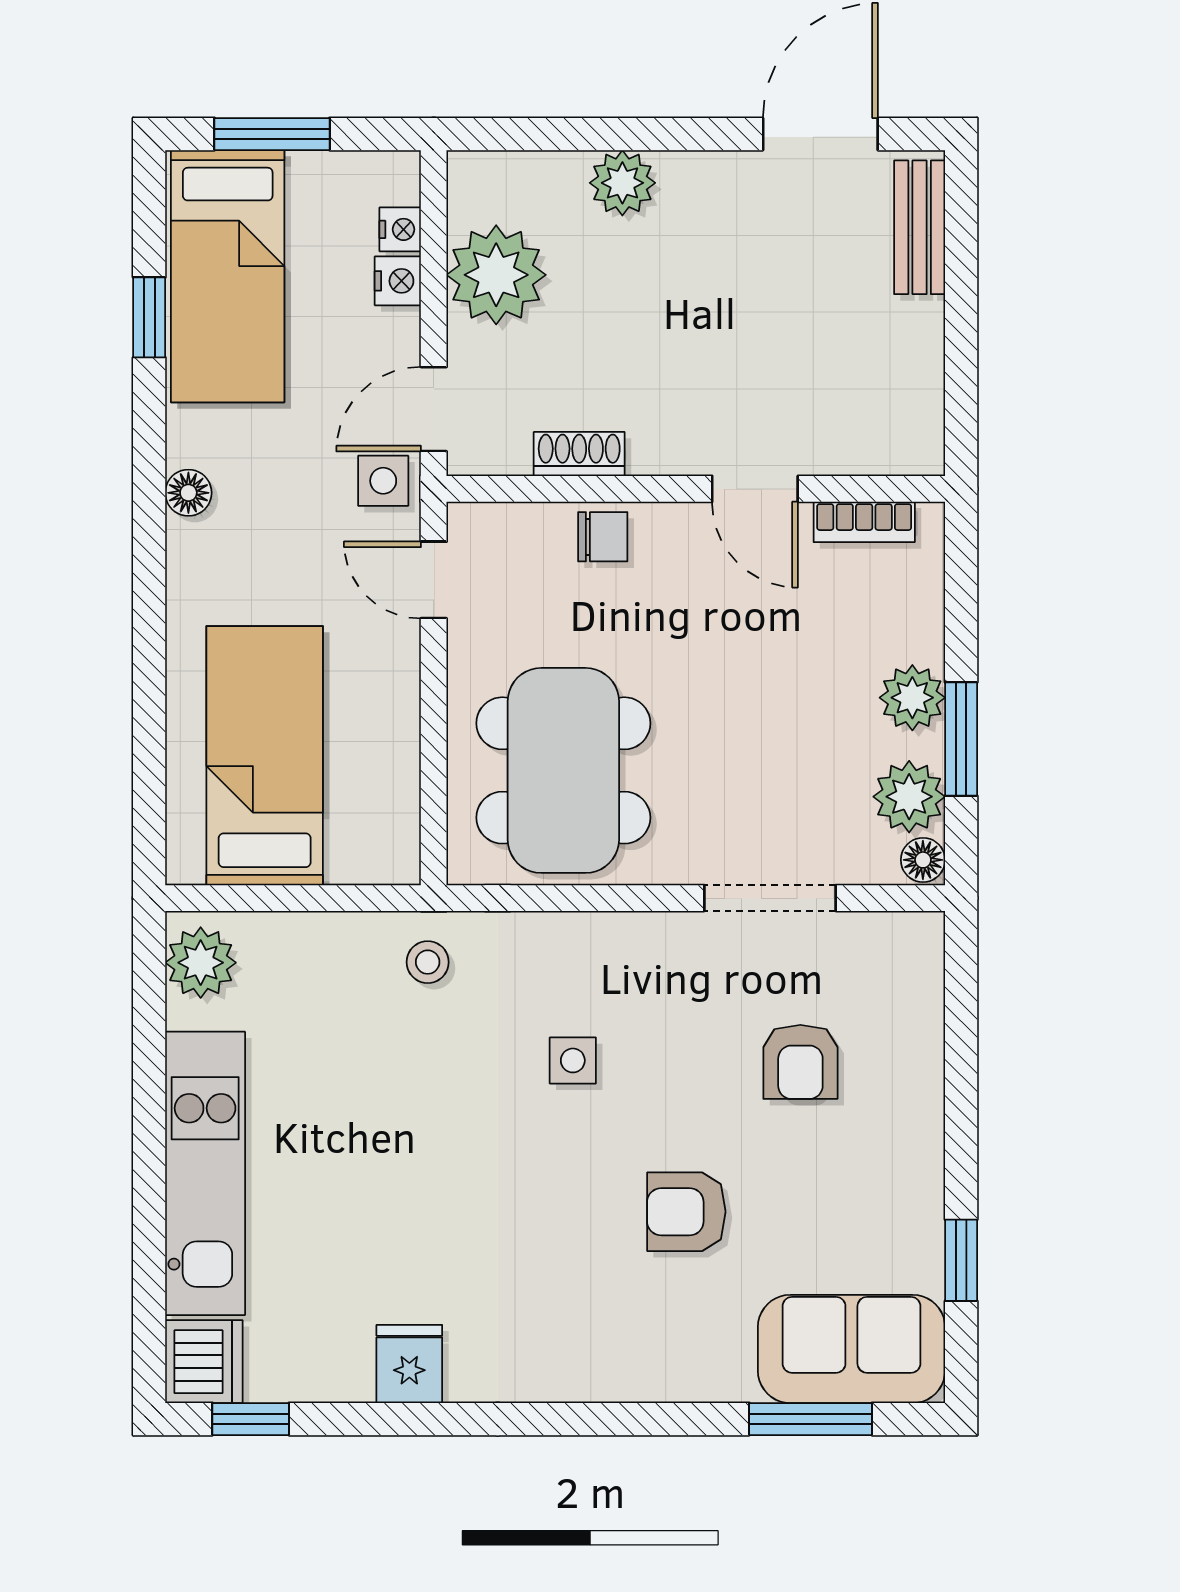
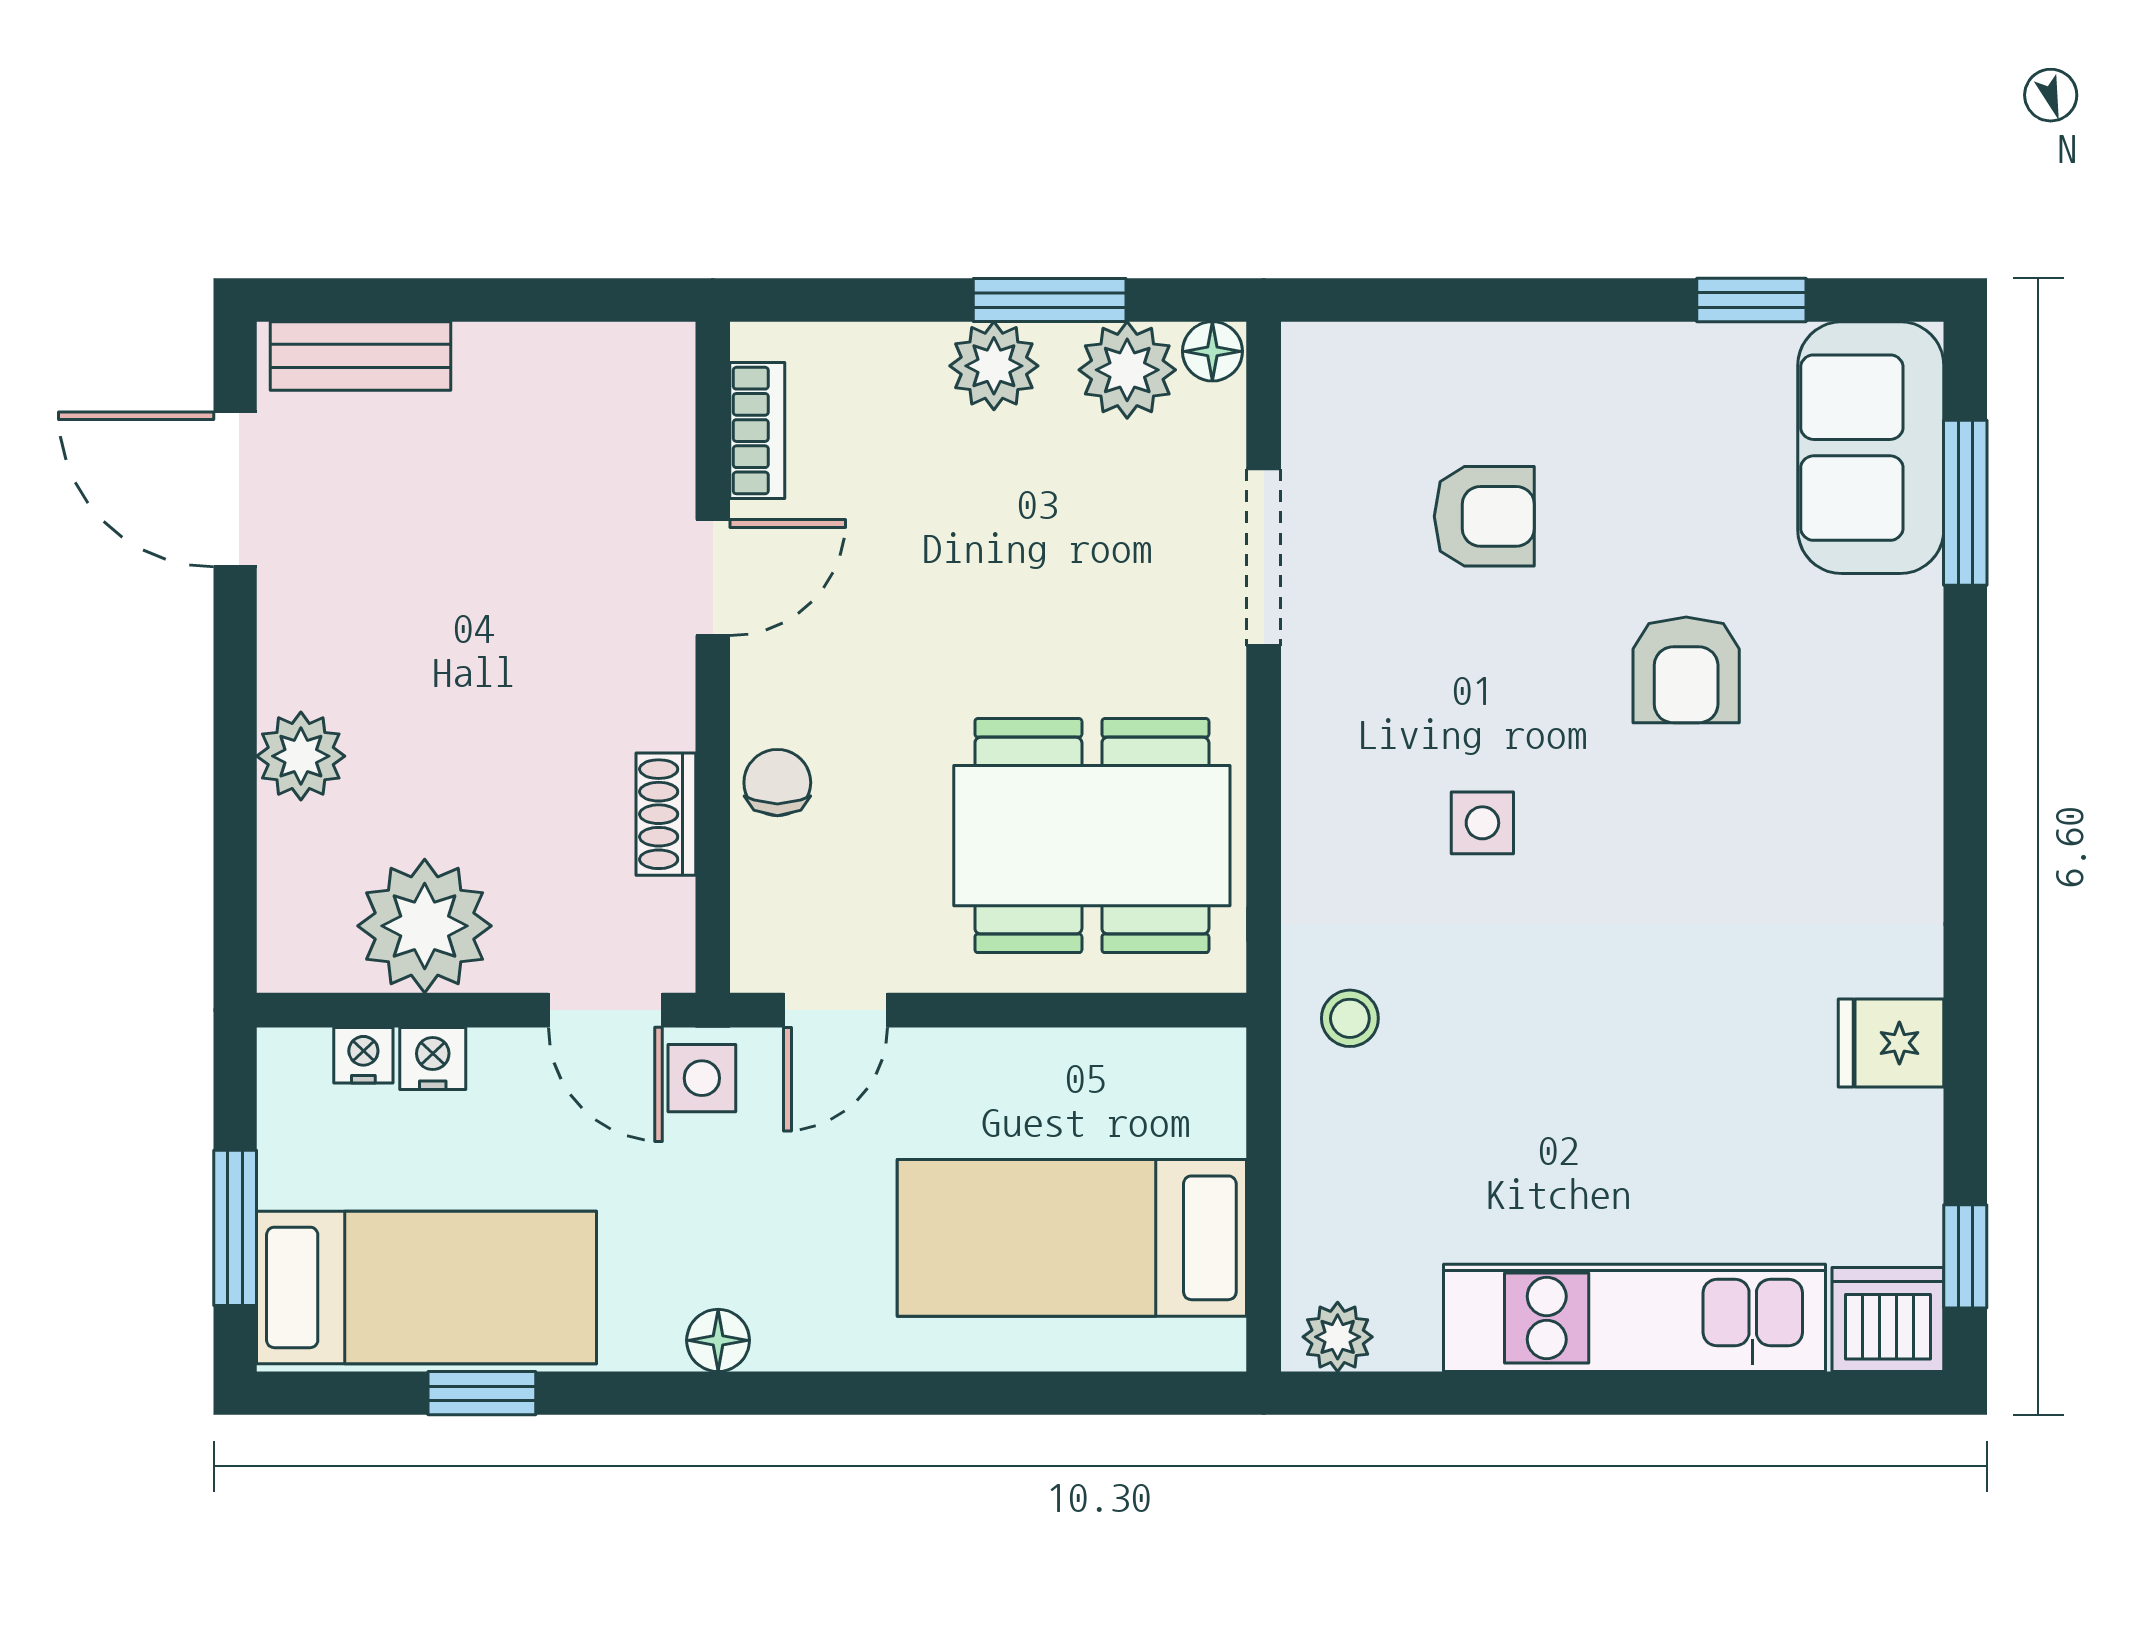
plant: (201, 963) -> (1338, 1337), width x0.73, depth x0.73

